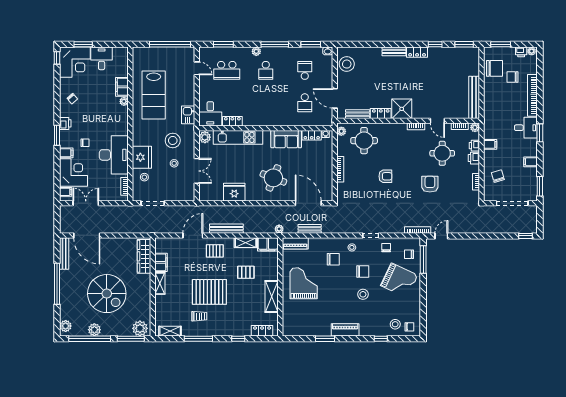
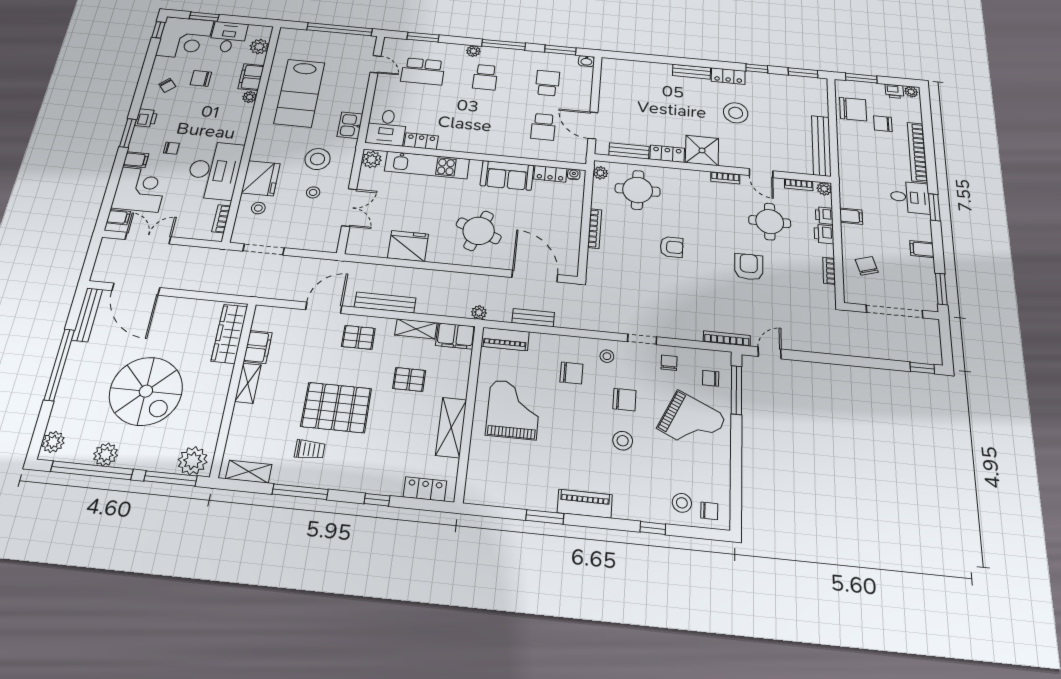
plant: (122, 63) -> (259, 47), added
stool: (347, 64) -> (736, 113), moved
chair: (91, 91) -> (201, 78), added

